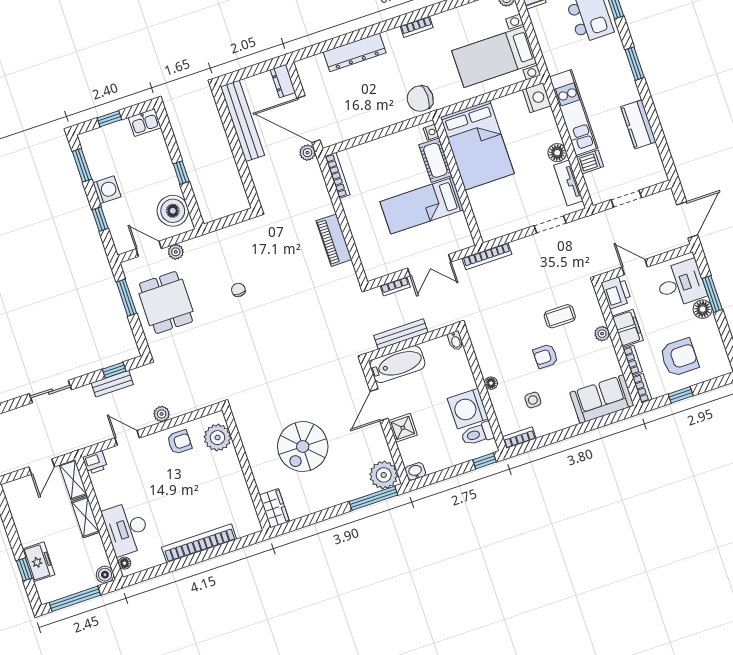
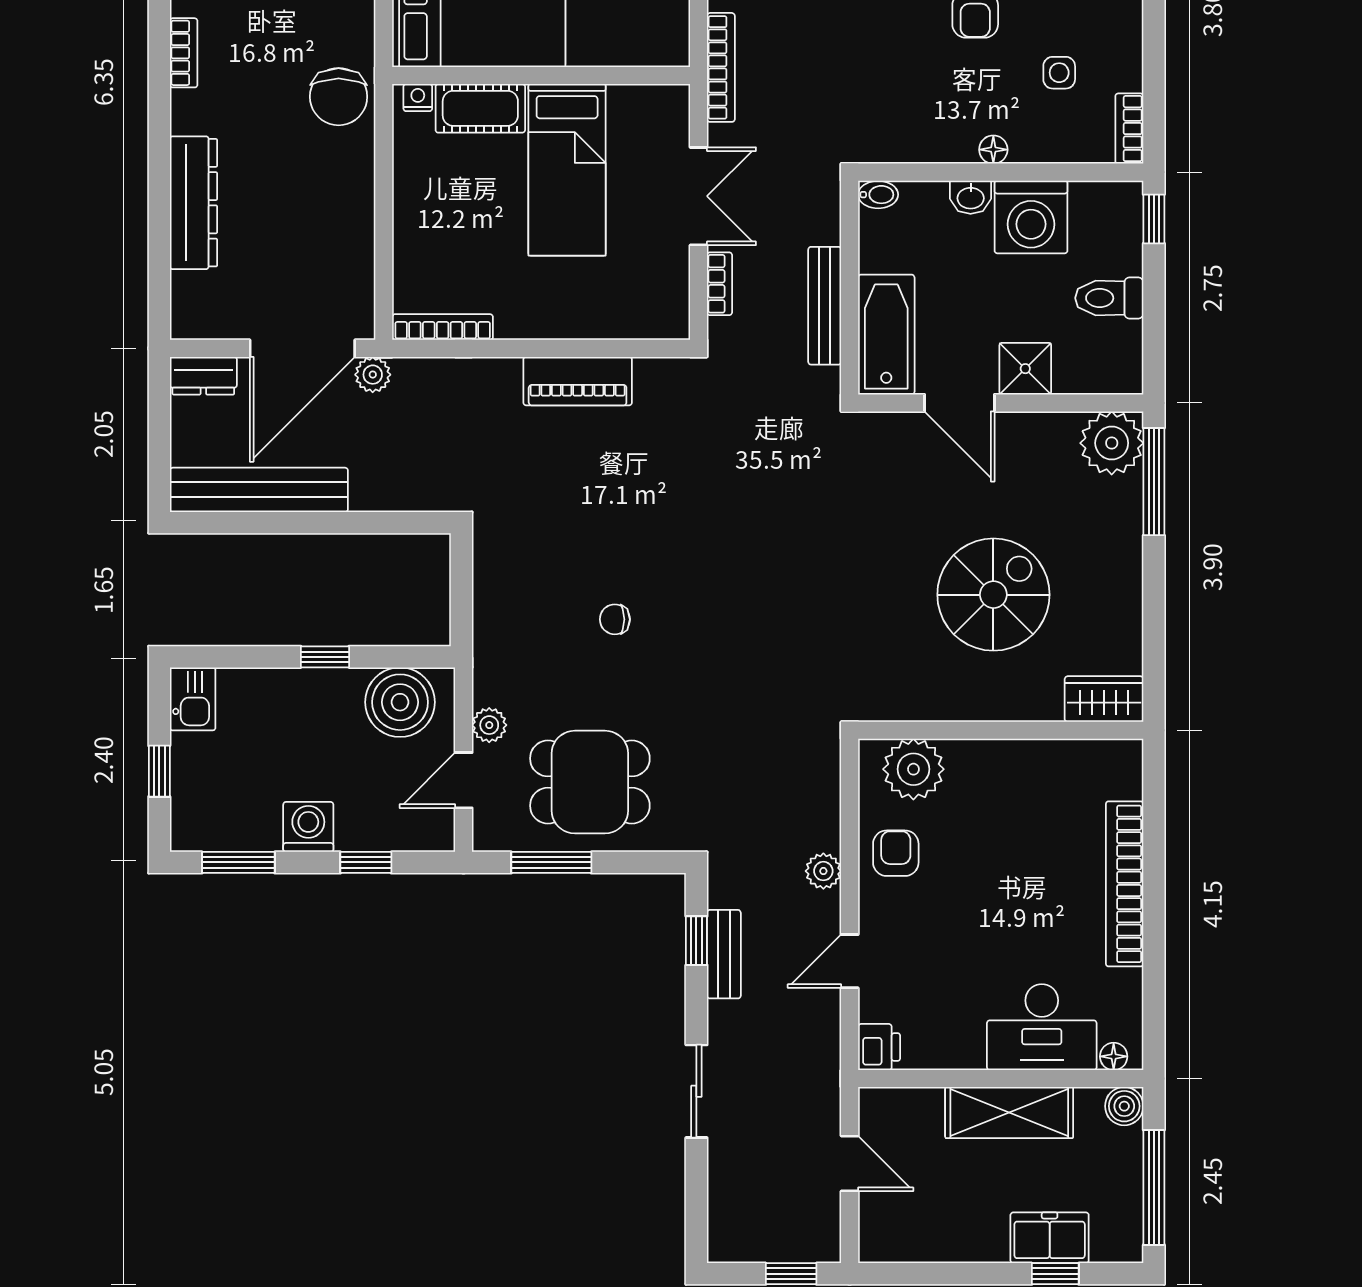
toilet: (477, 434) -> (1109, 298), moved, turned 90
spiral stairs: (303, 447) -> (993, 595), turned -90
washbasin: (415, 471) -> (971, 197), moved, turned -90
shelving: (73, 480) -> (900, 1106), removed
shelving: (86, 517) -> (1009, 1113), width x1.50, depth x1.33

